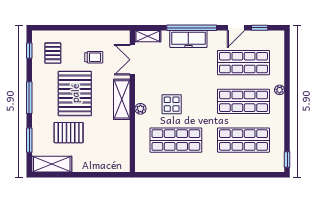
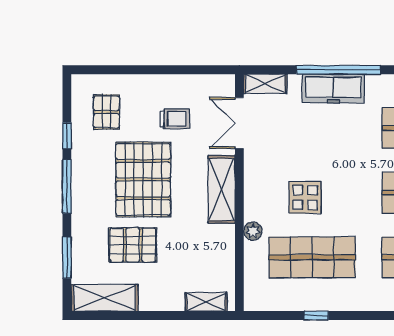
window: (29, 51) -> (67, 136), moved
plant: (140, 109) -> (253, 231), moved
shelving: (112, 167) -> (206, 302), added
window: (178, 175) -> (316, 316), added

